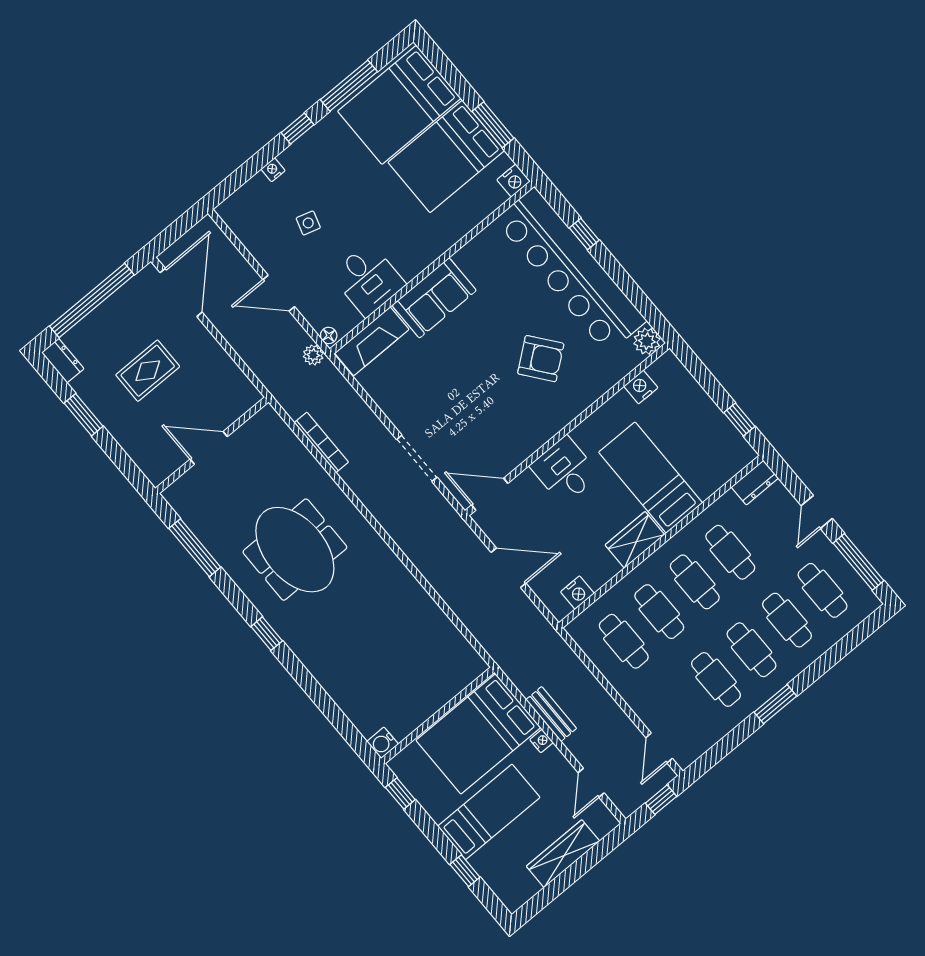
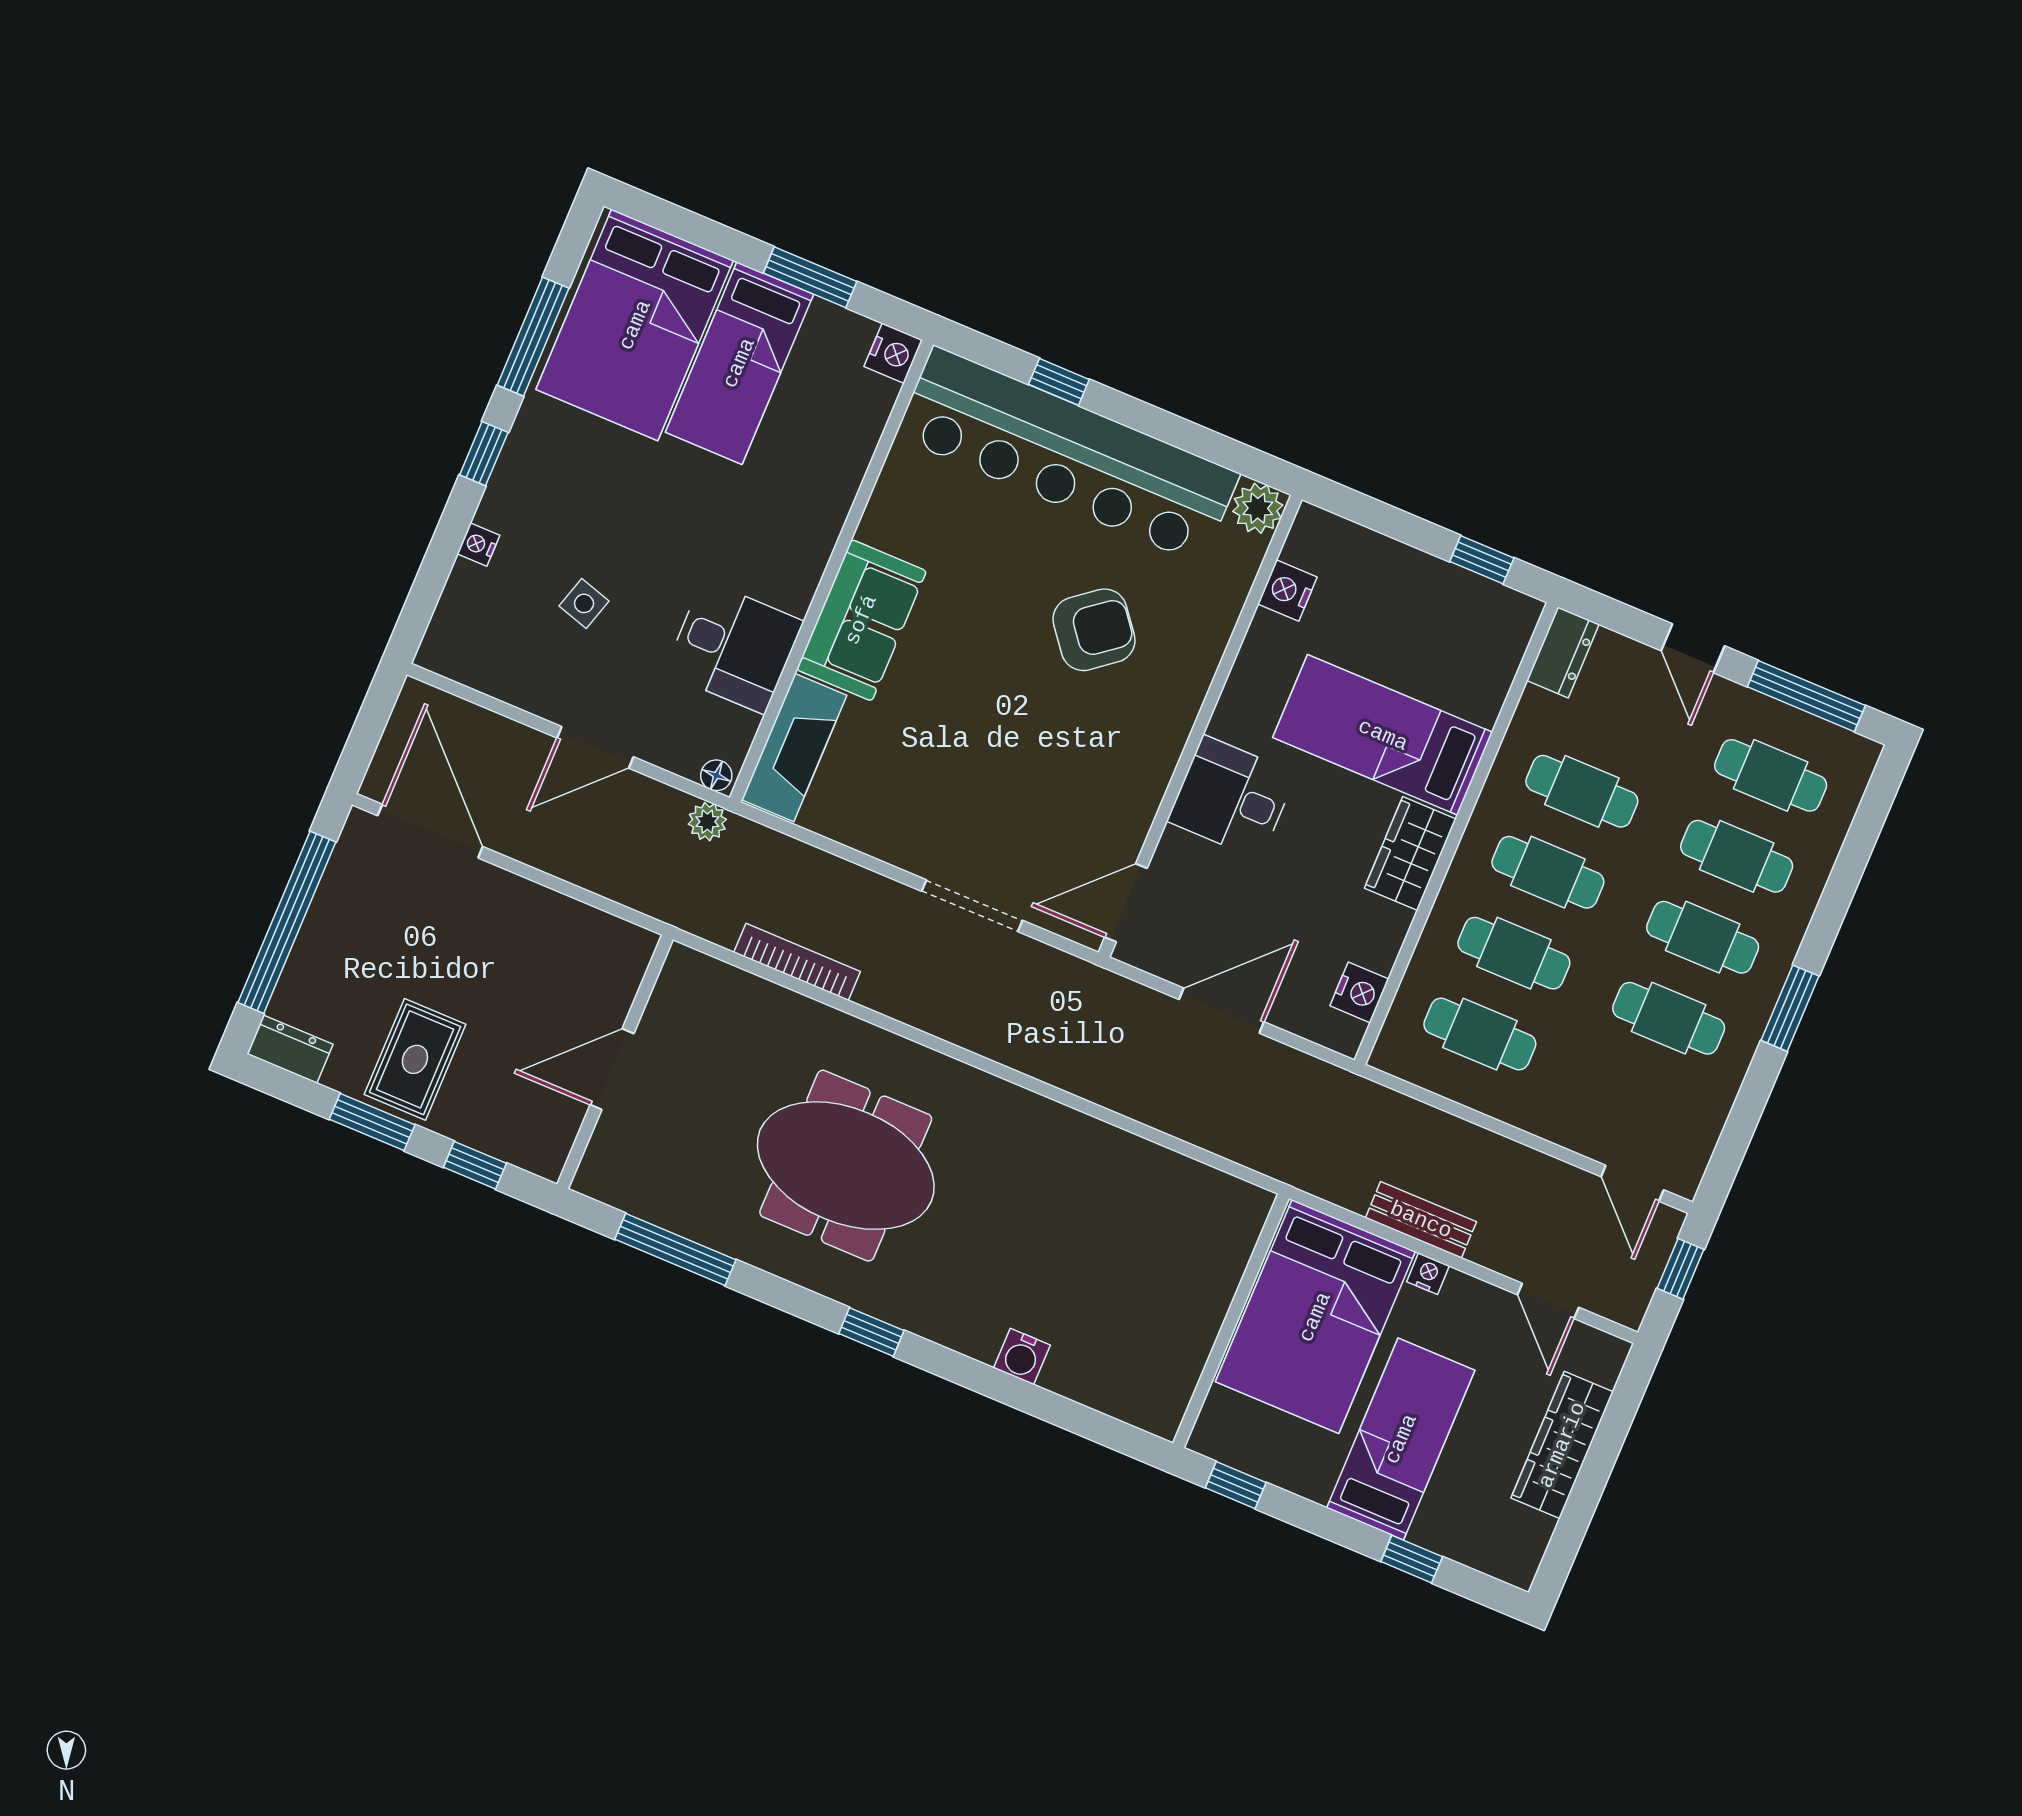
bed: (446, 156) -> (739, 363), width x0.67
rug: (148, 371) -> (415, 1059), moved
window: (121, 460) -> (475, 1165), added
water cooler: (383, 743) -> (1022, 1356), moved

